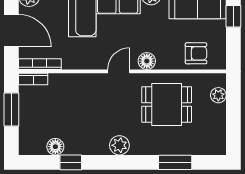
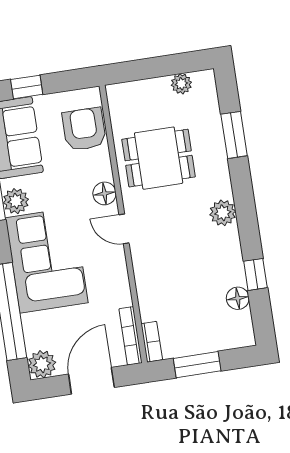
armchair: (196, 53) -> (84, 129), width x1.38, depth x1.38
plant: (218, 95) -> (181, 84), moved
dining table: (167, 104) -> (159, 158), turned 90

